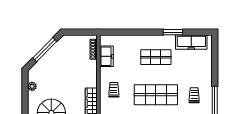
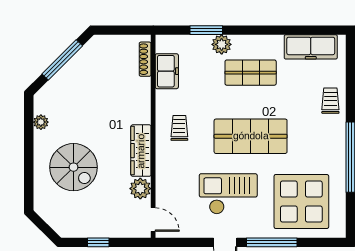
window: (173, 32) -> (206, 30), moved
plant: (139, 41) -> (222, 44), added
trolley: (194, 95) -> (330, 101), moved

